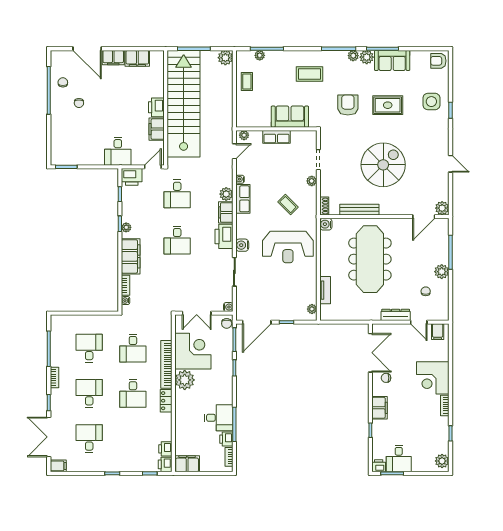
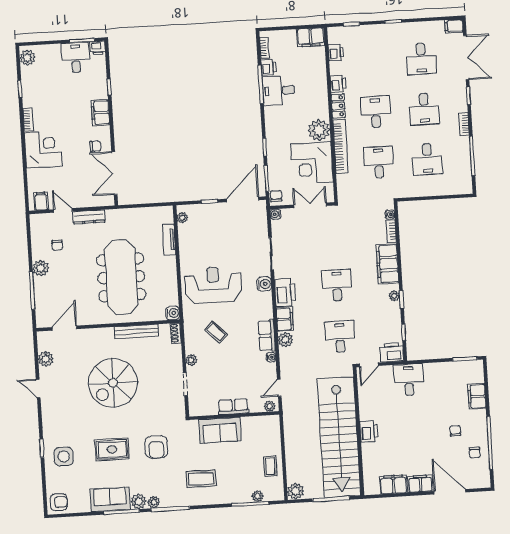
filing cabinet: (157, 129) -> (477, 396), moved, turned 180
plant: (442, 208) -> (46, 359), moved
printer: (165, 464) -> (338, 84), moved

